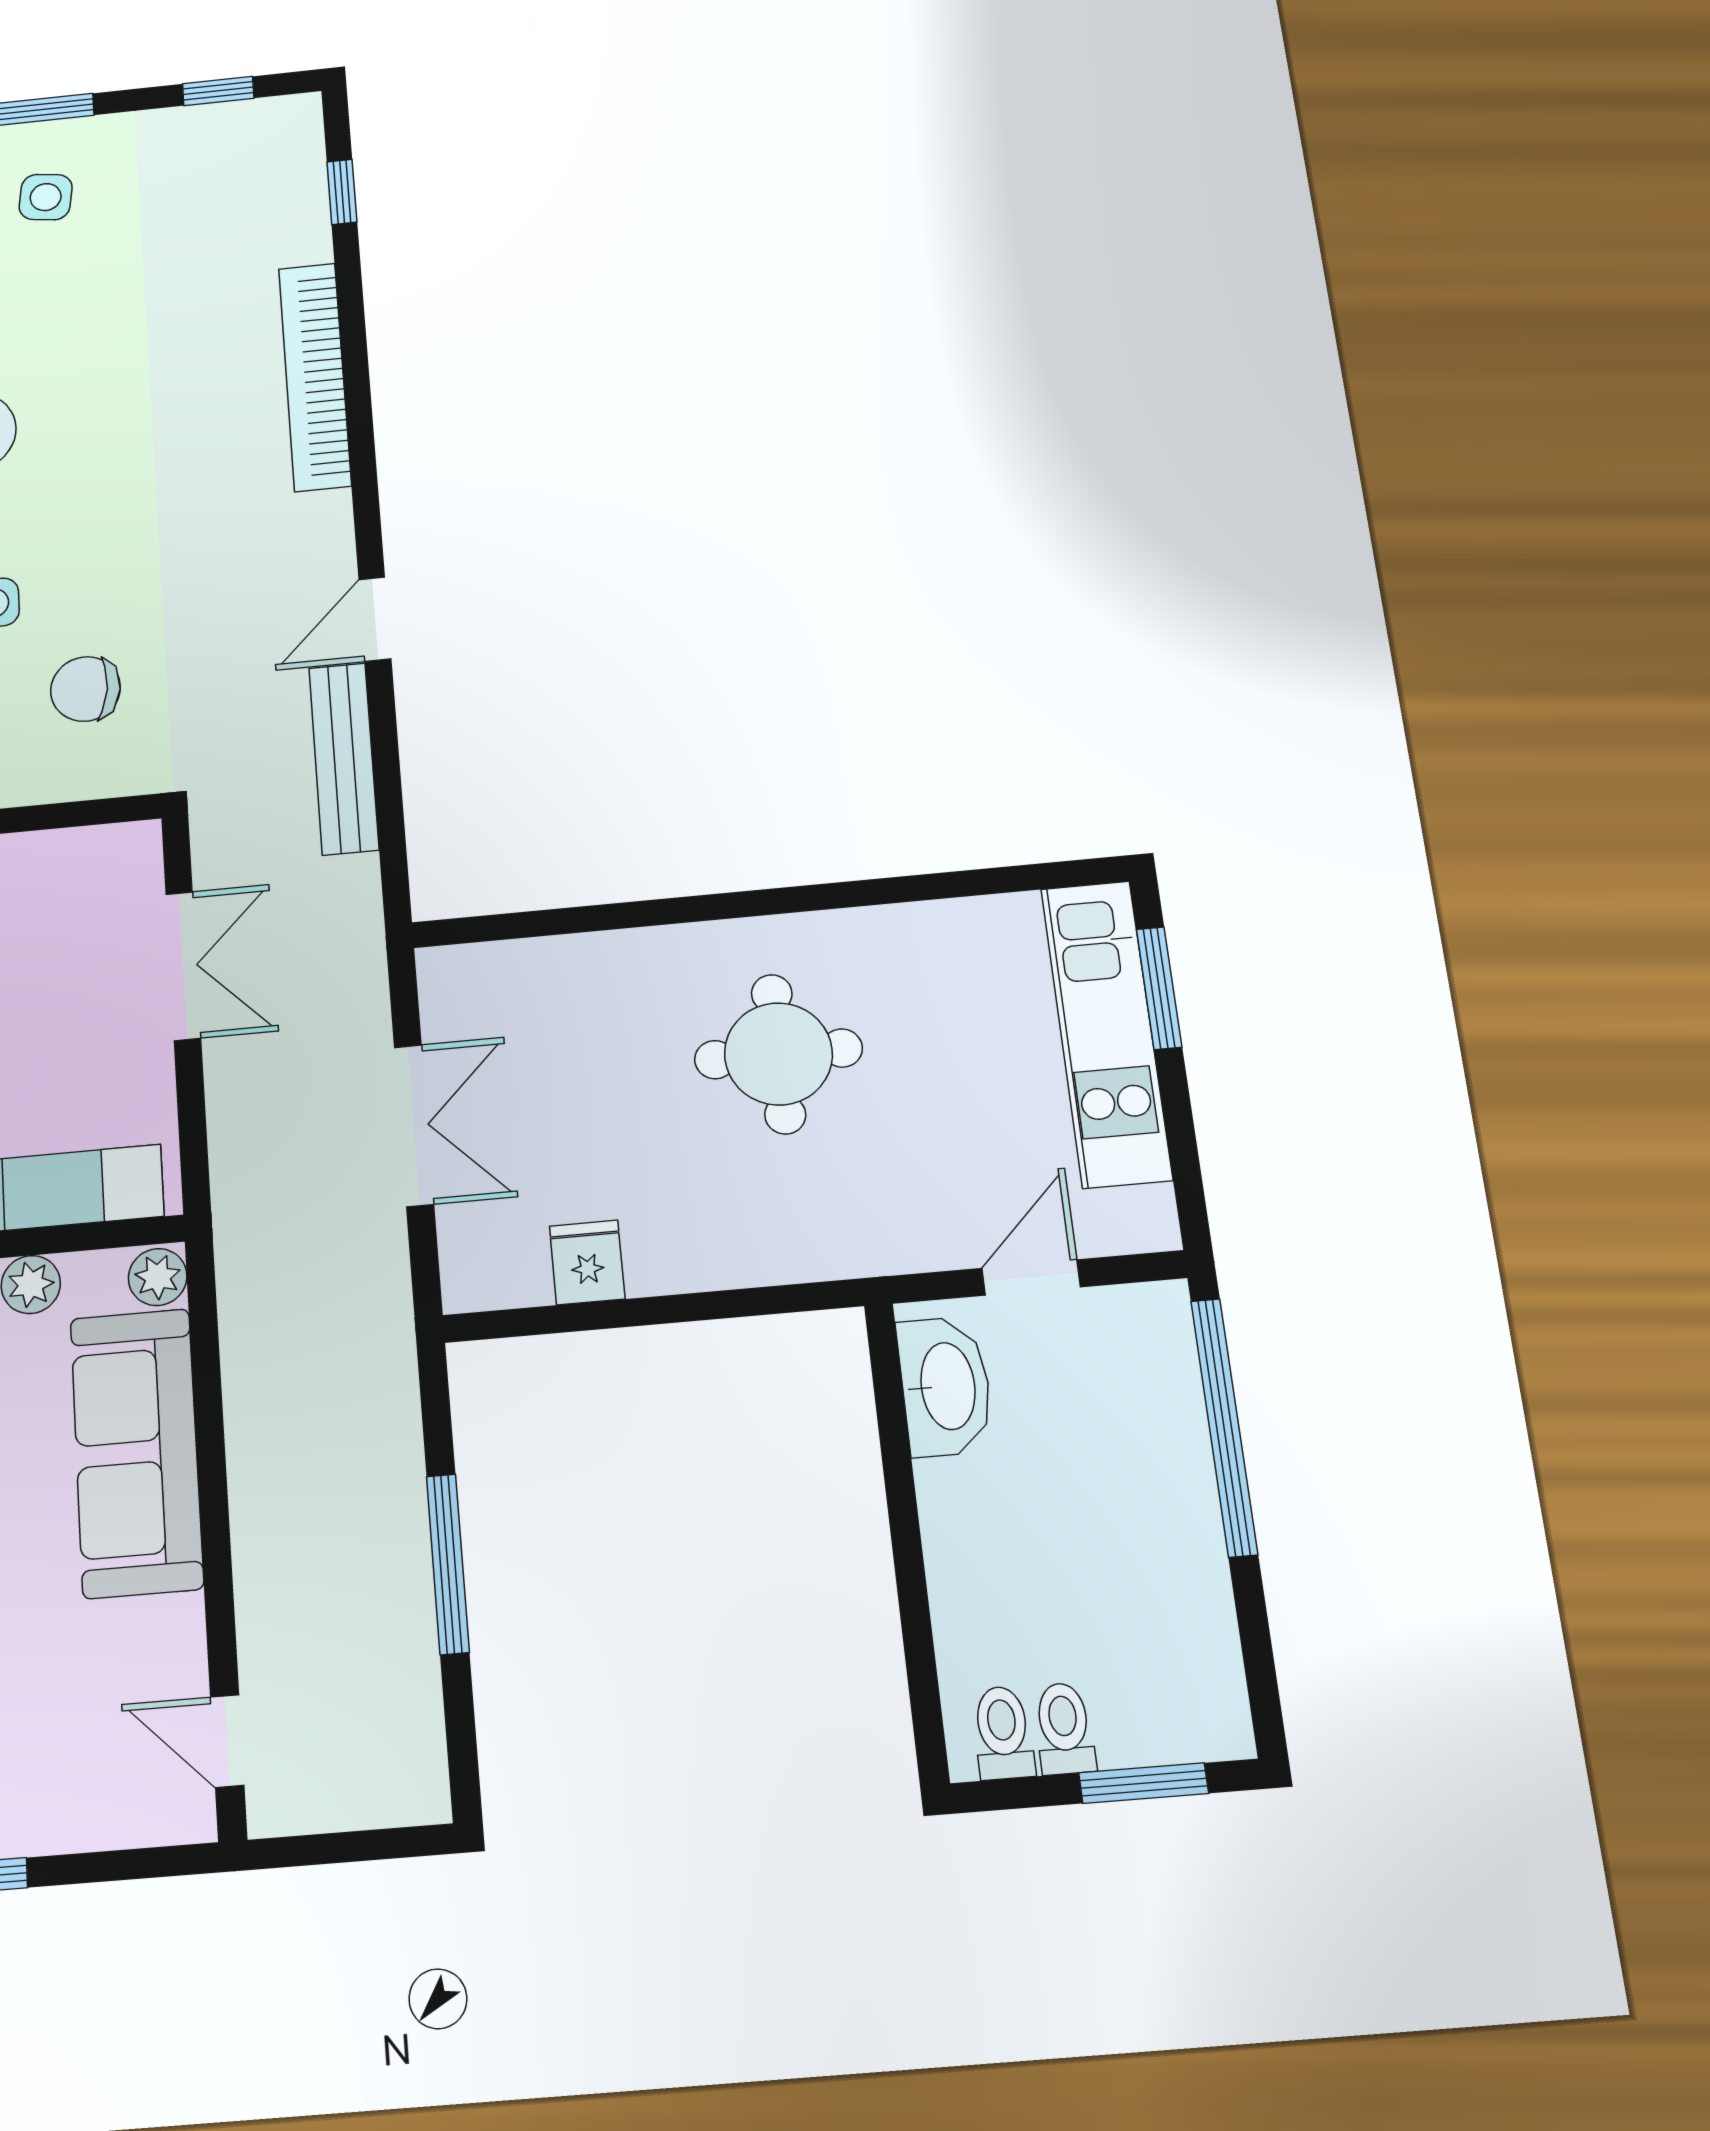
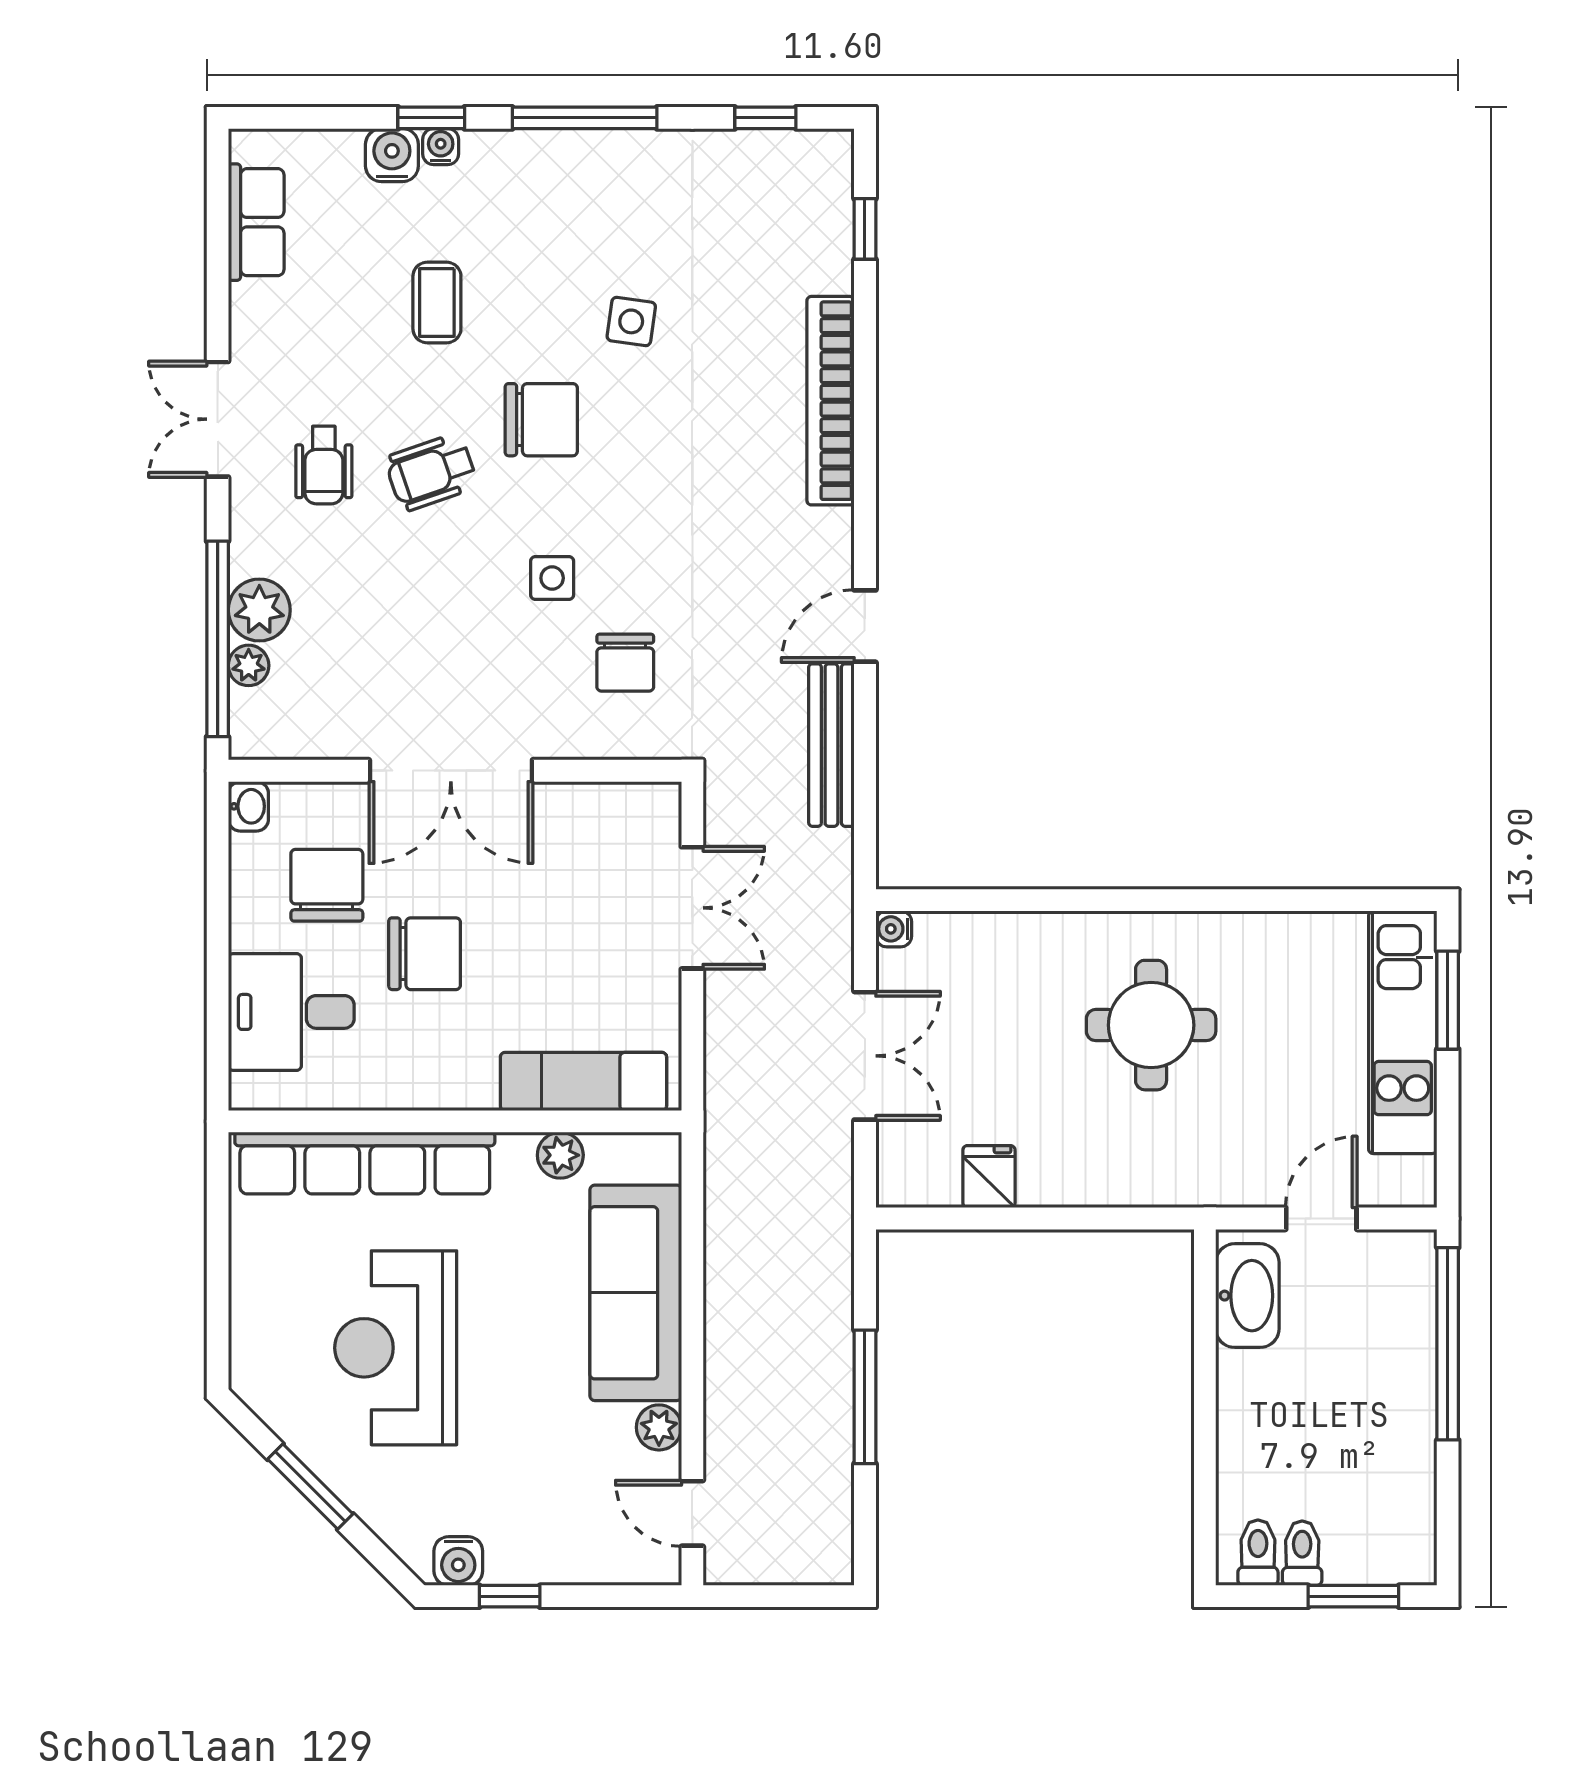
side table: (46, 197) -> (631, 321), moved
chair: (85, 689) -> (625, 663), turned -96
water cooler: (438, 967) -> (894, 929), added
plant: (158, 1277) -> (659, 1427), moved

